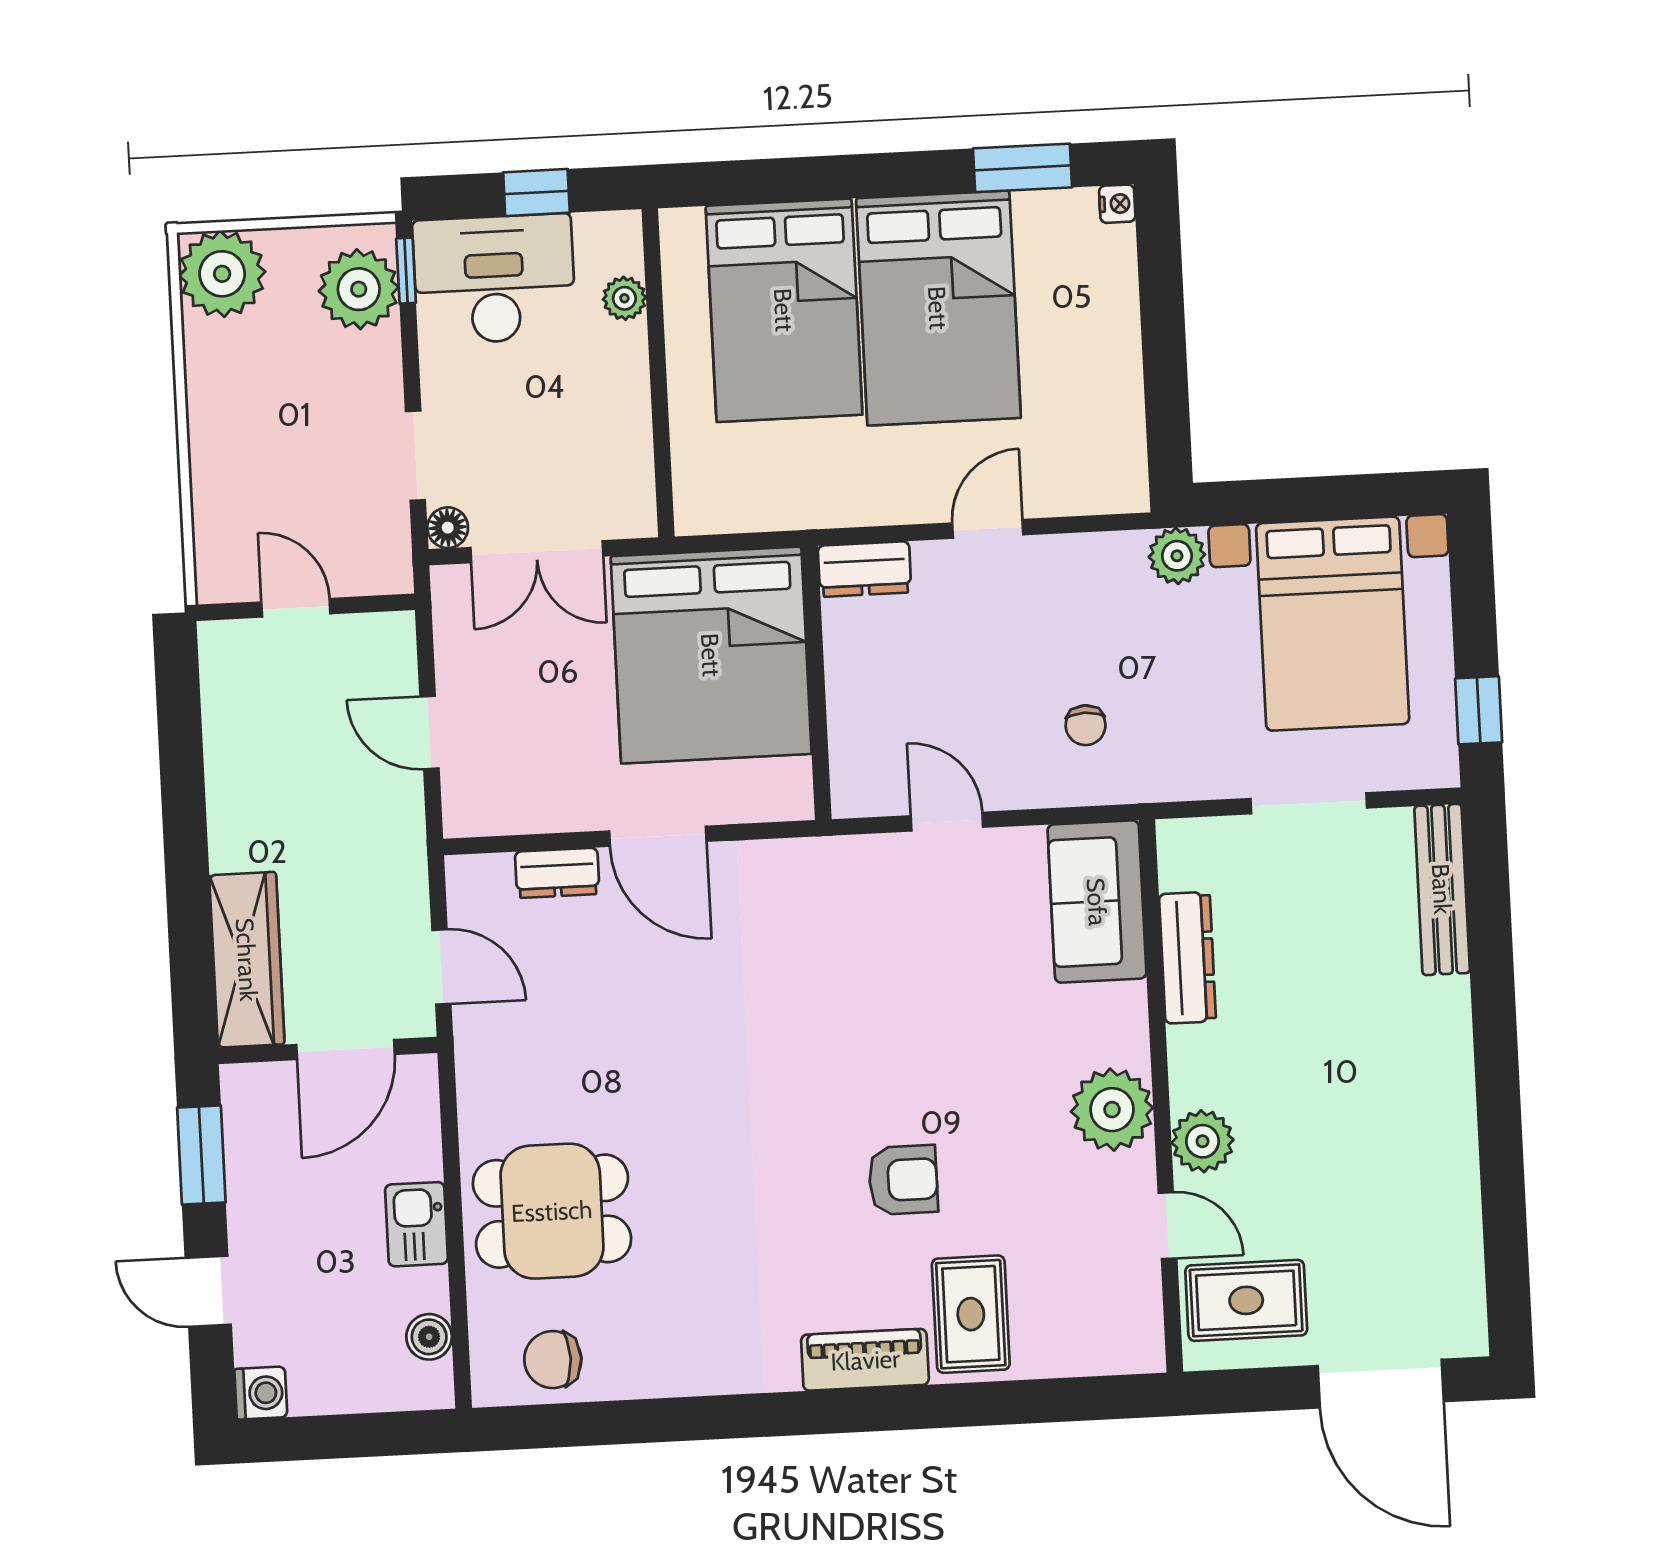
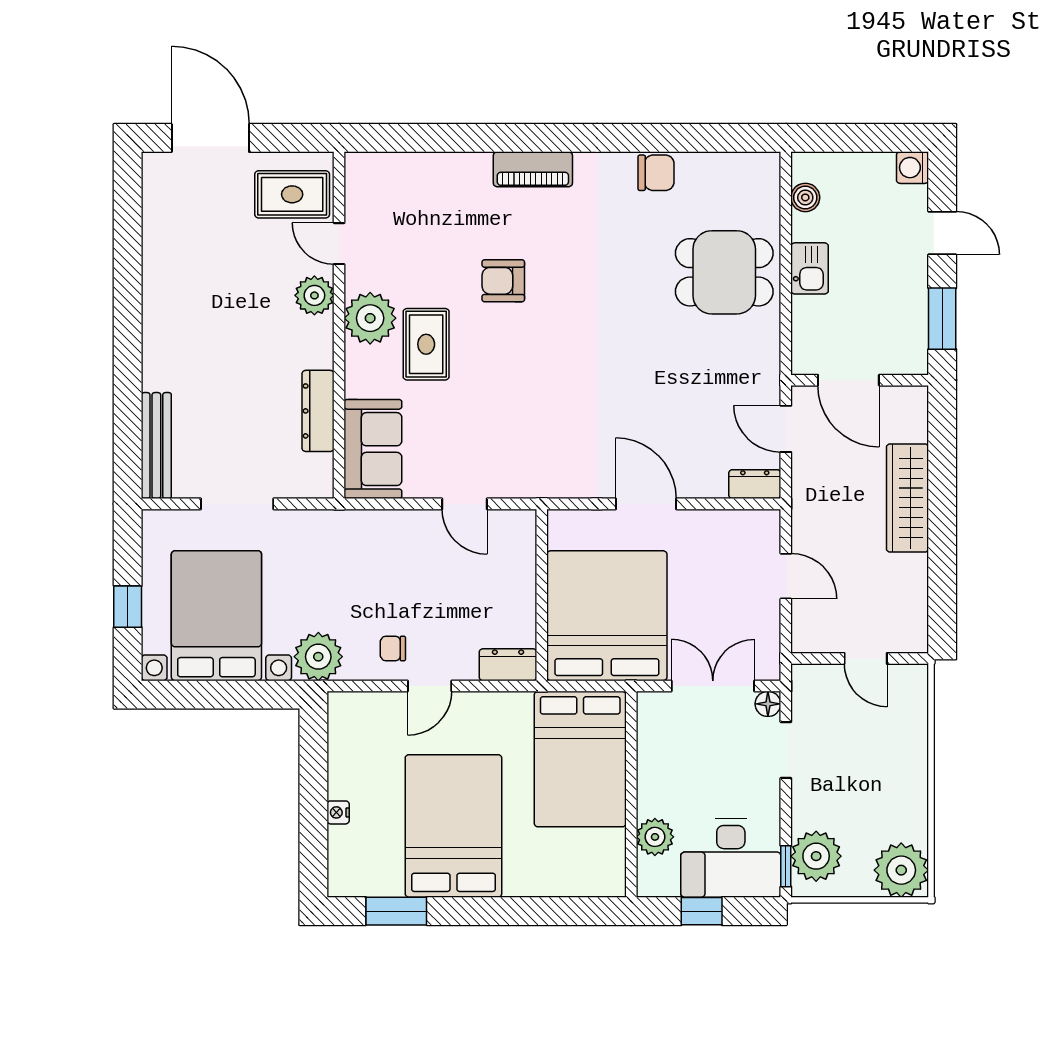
nightstand: (1117, 204) -> (338, 812), moved
plant: (624, 298) -> (655, 837), width x1.38, depth x1.38
bed: (784, 310) -> (580, 759), moved, turned 180
plant: (1177, 556) -> (318, 657), width x1.36, depth x1.36
window: (1479, 710) -> (128, 607), moved
chair: (1086, 725) -> (393, 648), moved, turned -90
dresser: (557, 873) -> (755, 484), moved
wardrobe: (247, 960) -> (907, 498), moved
door: (346, 1049) -> (848, 380), swing flipped
rug: (971, 1314) -> (426, 344), moved
chair: (553, 1360) -> (656, 173), moved

